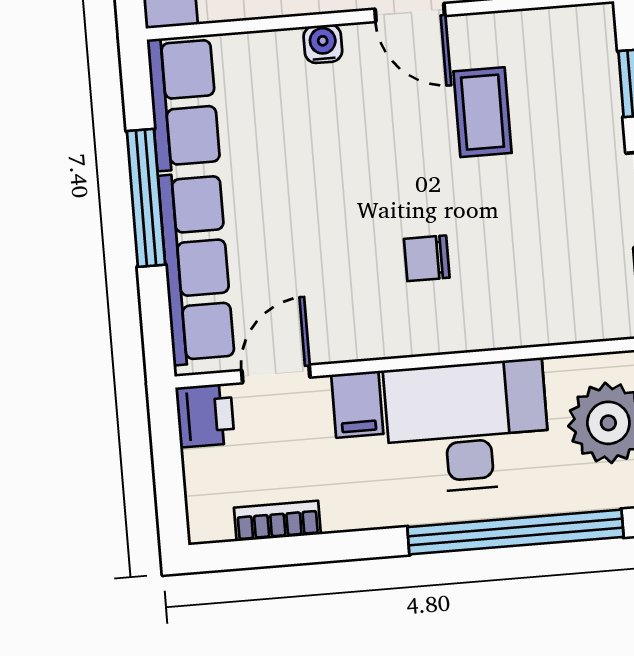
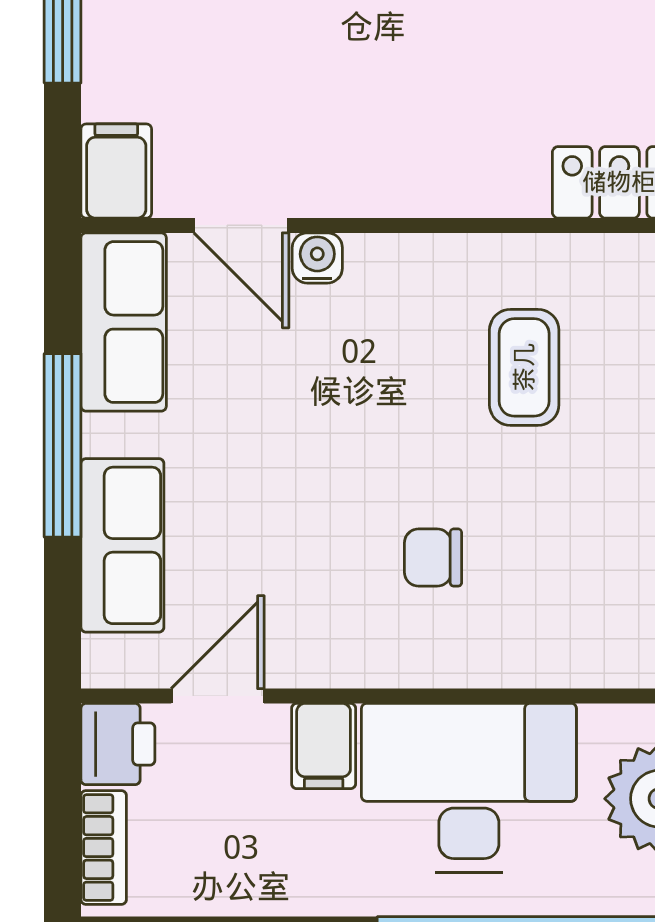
door: (410, 12) -> (241, 225), moved
row of seats: (196, 268) -> (122, 545), width x0.68
bookcase: (277, 521) -> (104, 848), moved, turned 90

